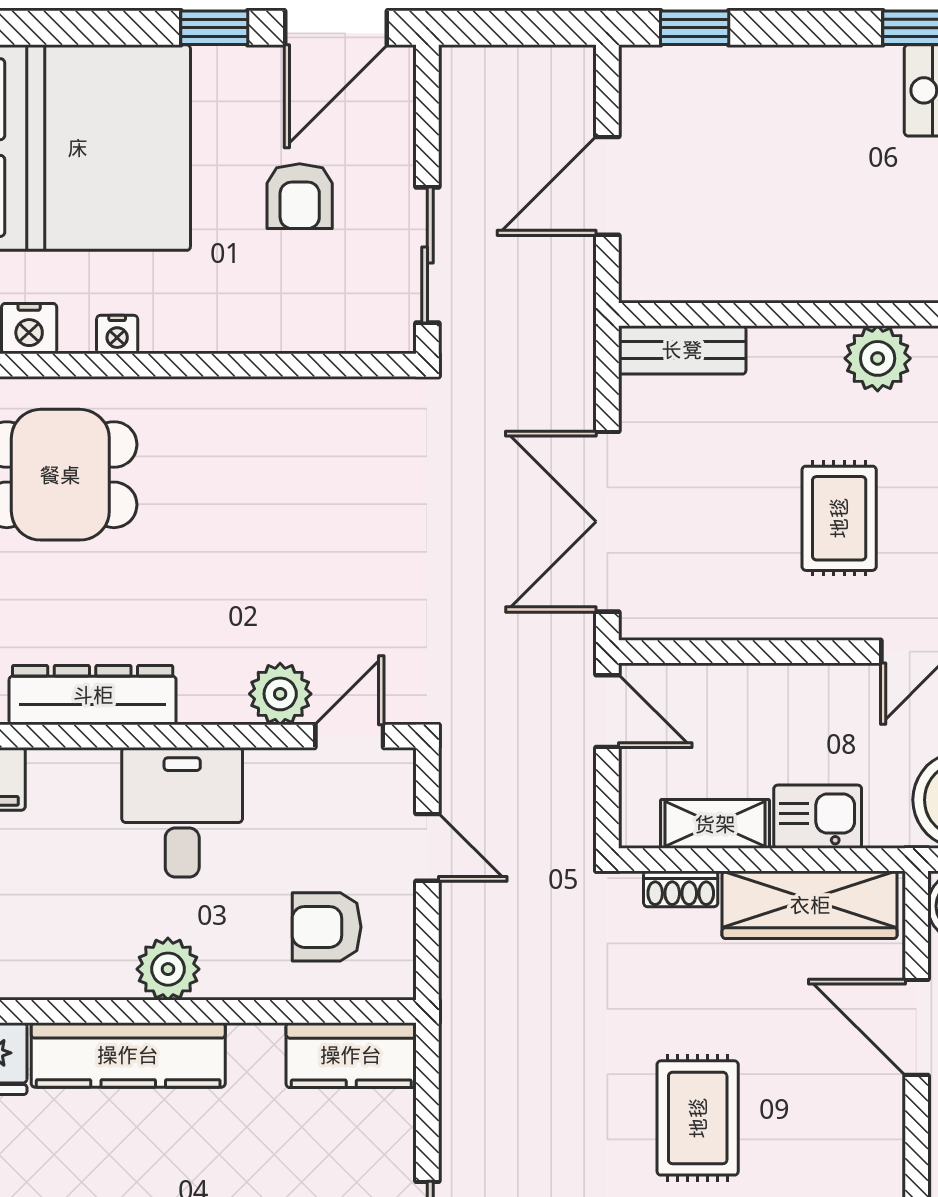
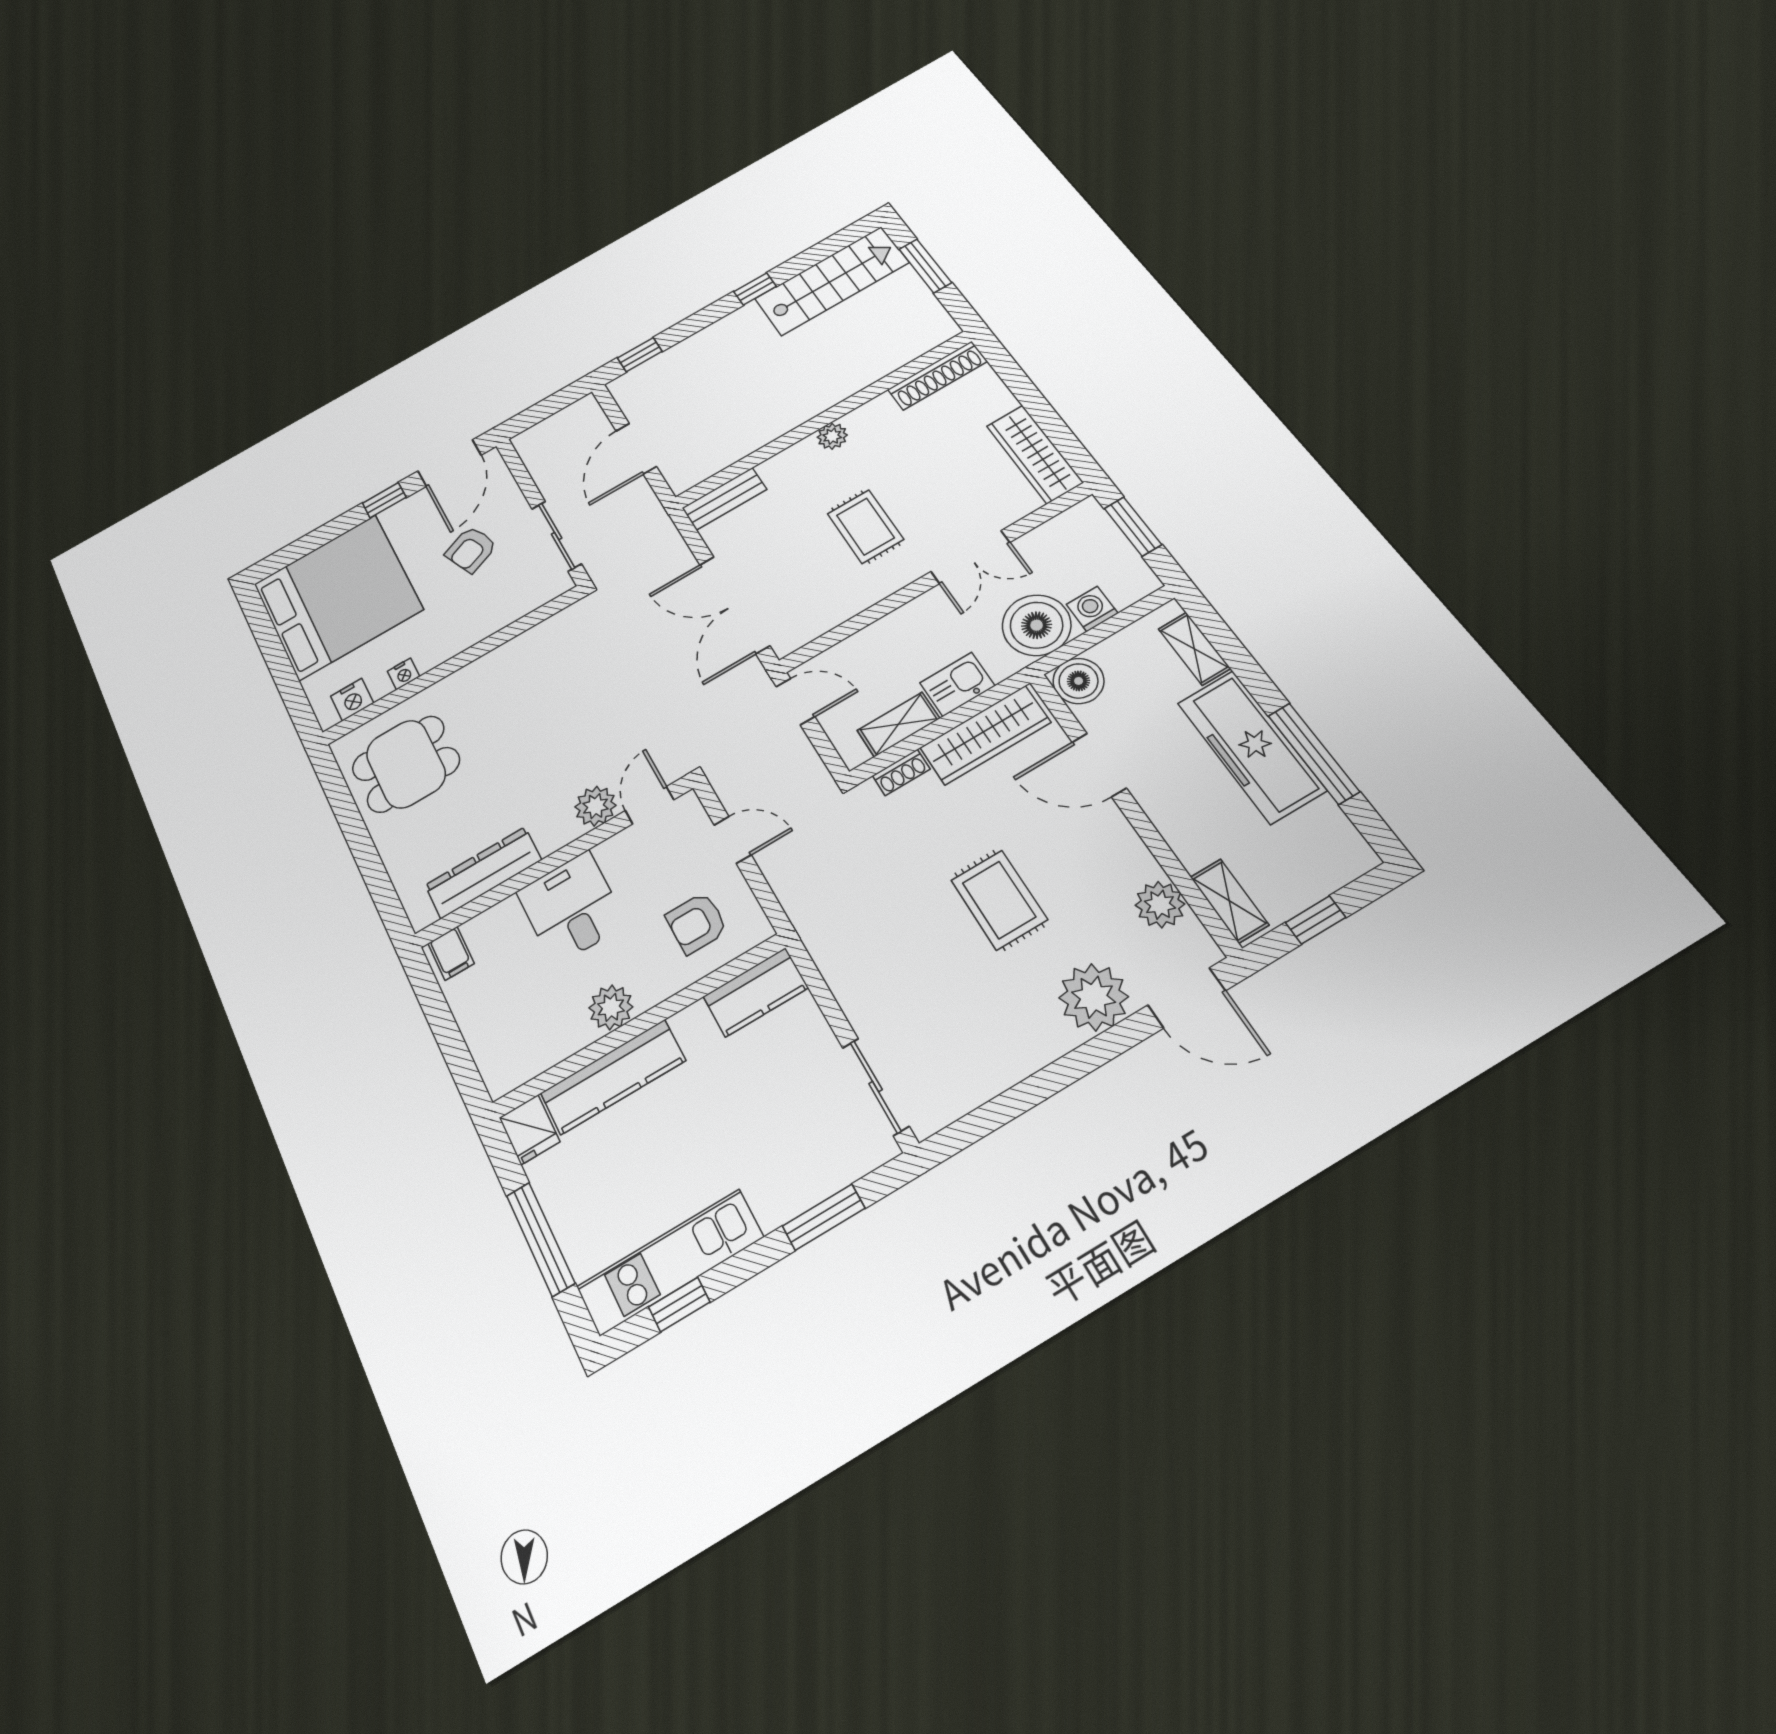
armchair: (300, 196) -> (471, 549), turned 67
plant: (878, 358) -> (832, 436), width x0.73, depth x0.73

